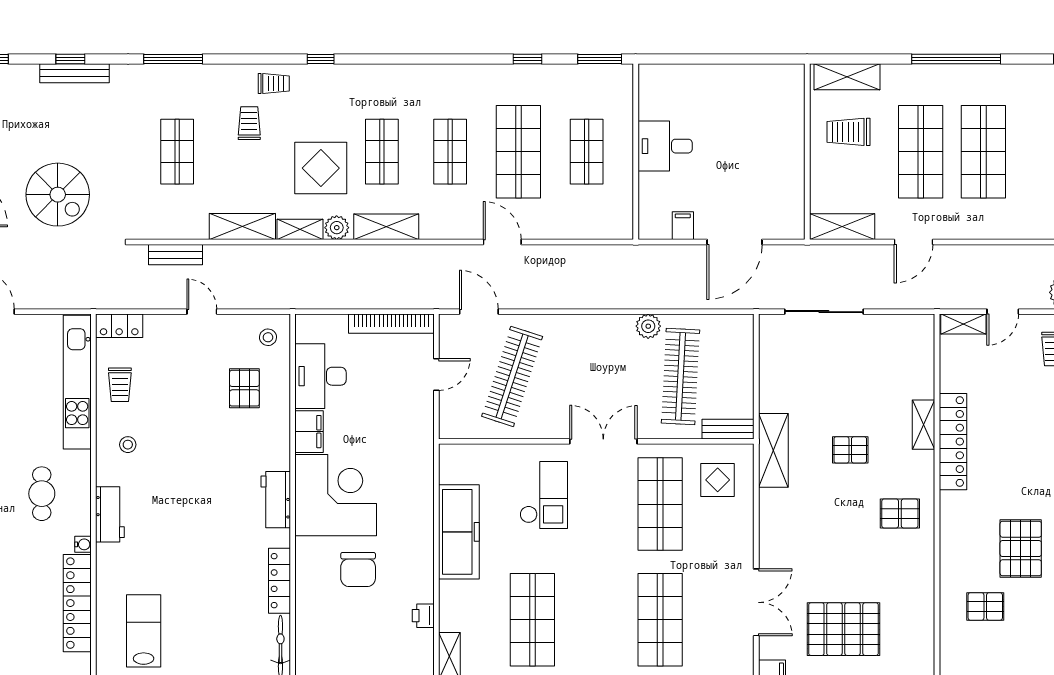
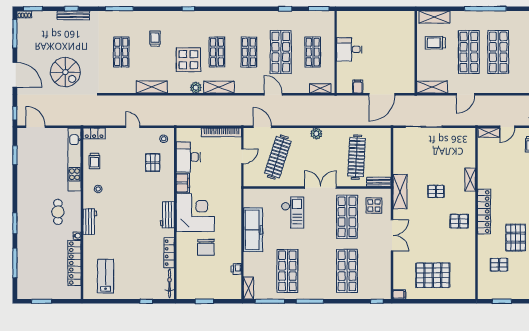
trolley: (274, 83) -> (166, 20), removed
shelving: (300, 229) -> (320, 88), moved
bench: (175, 255) -> (120, 100), removed
plant: (648, 326) -> (316, 134), moved
locker: (953, 442) -> (484, 212), moved
double door: (756, 602) -> (392, 235), moved

